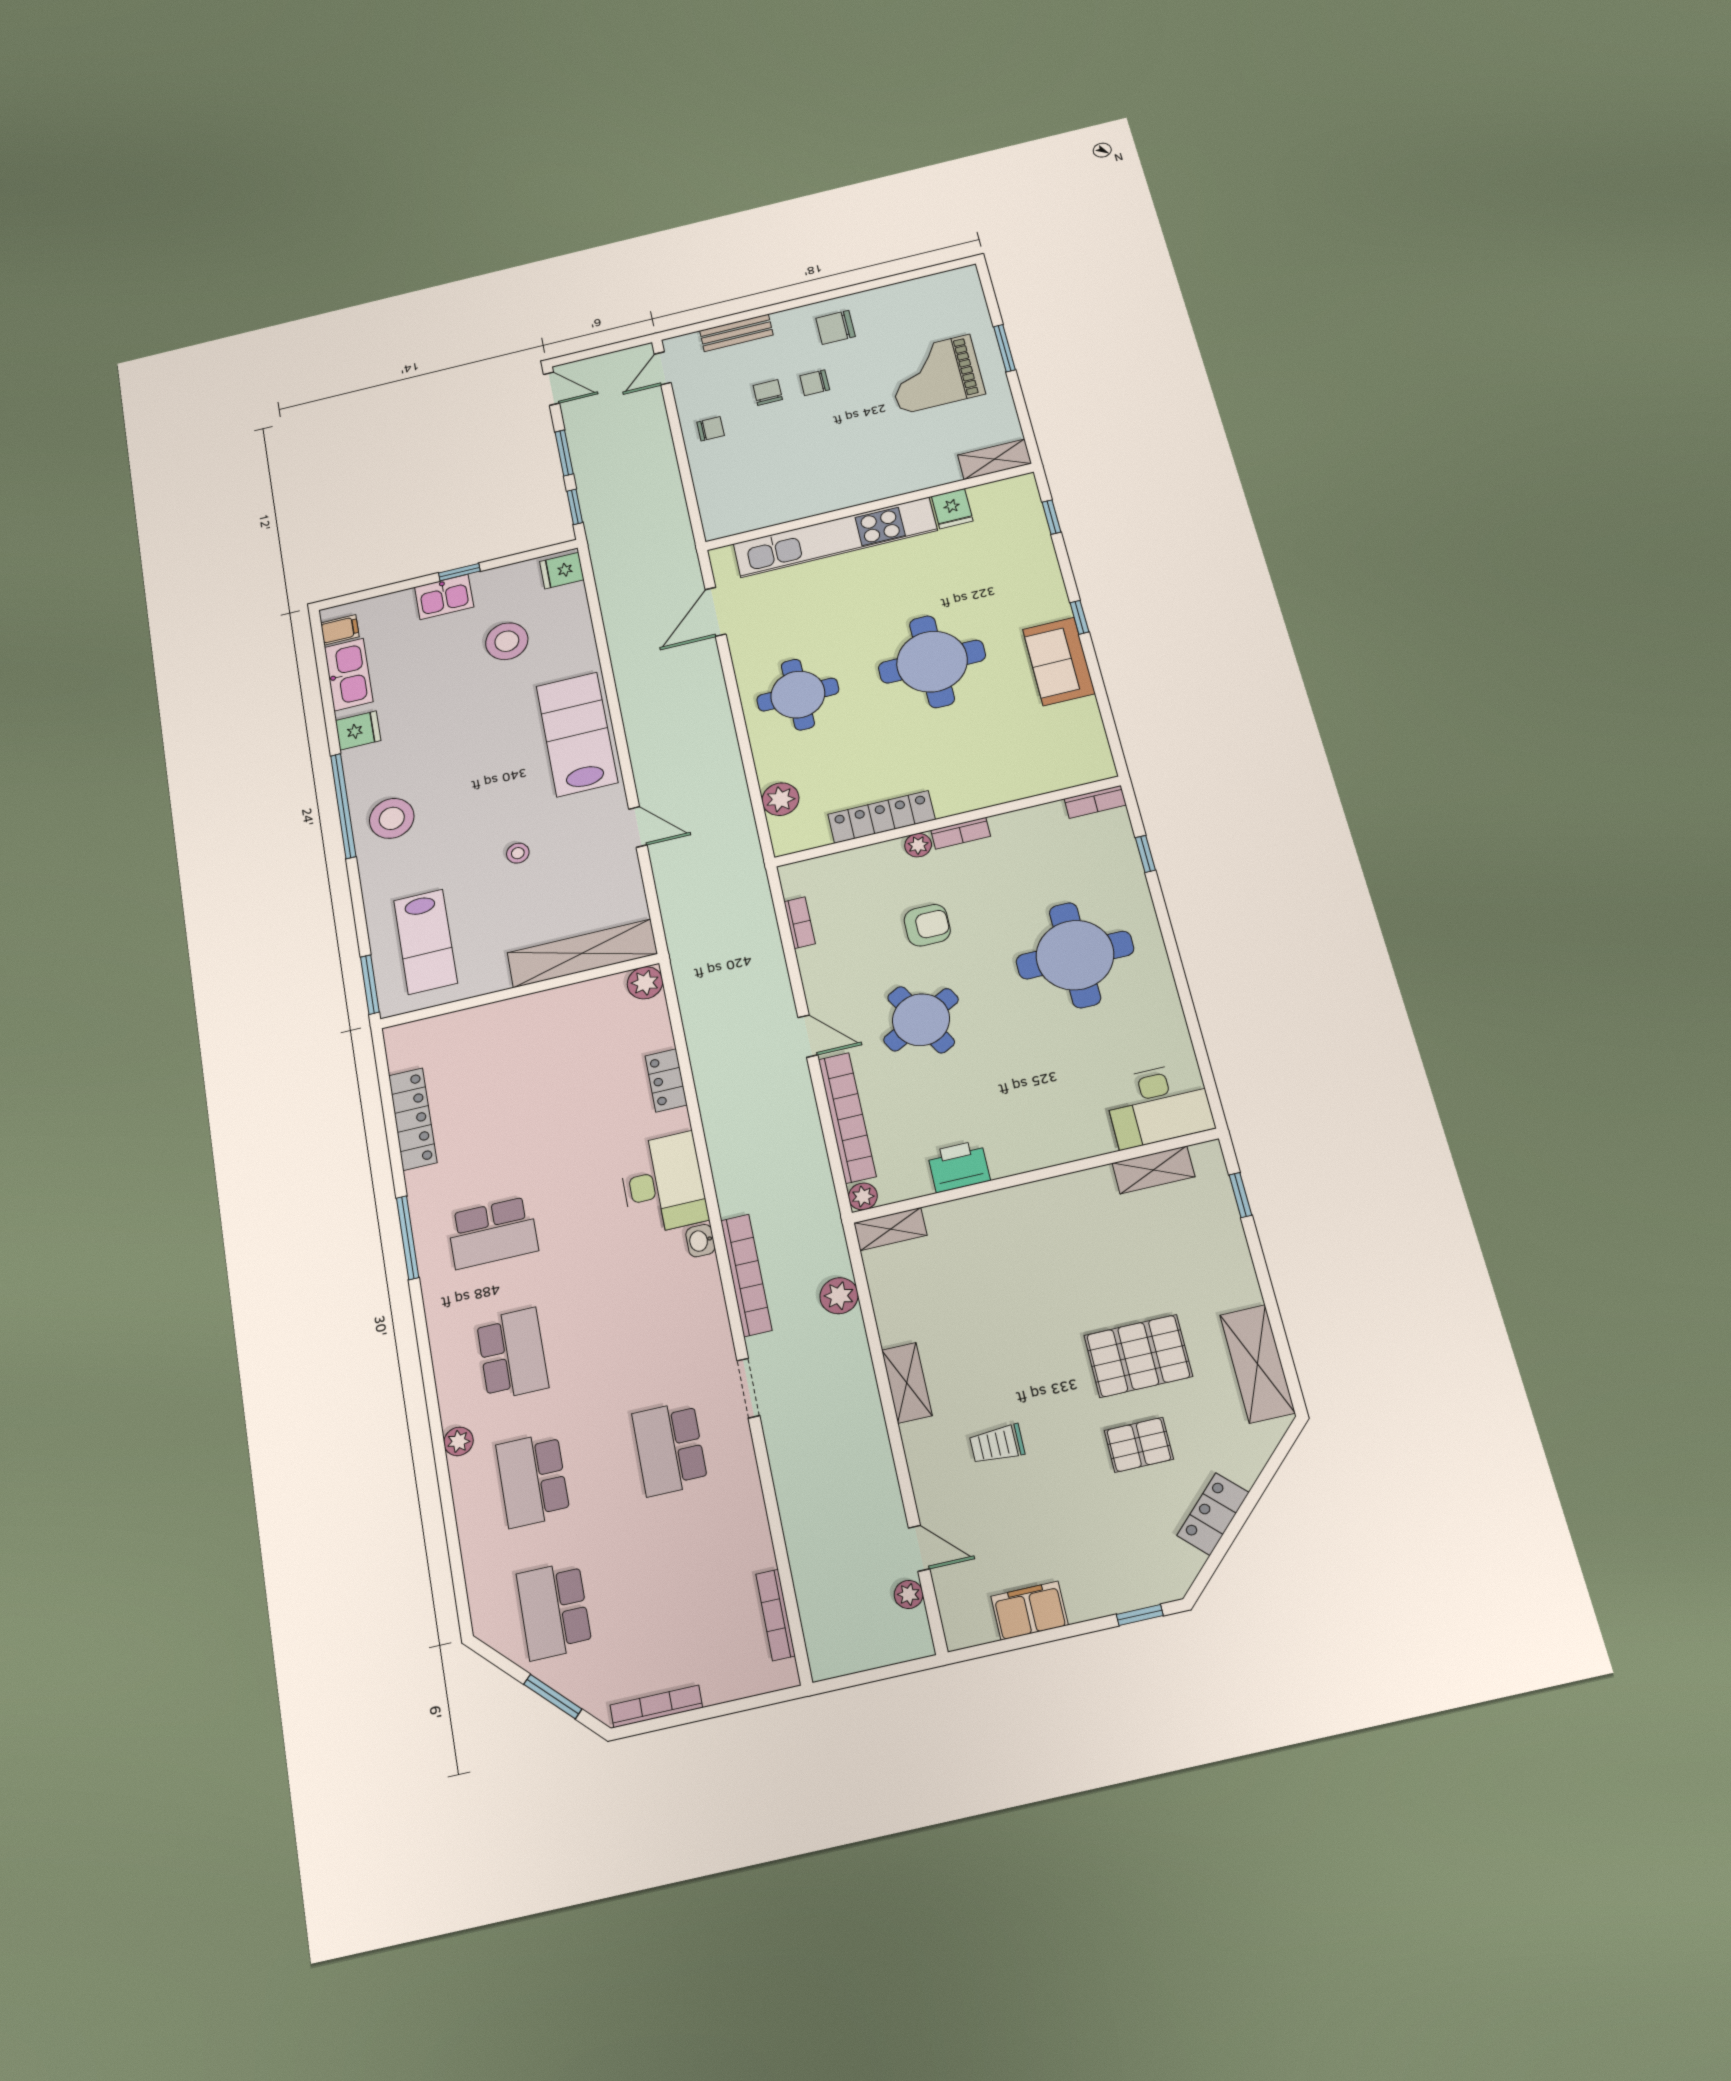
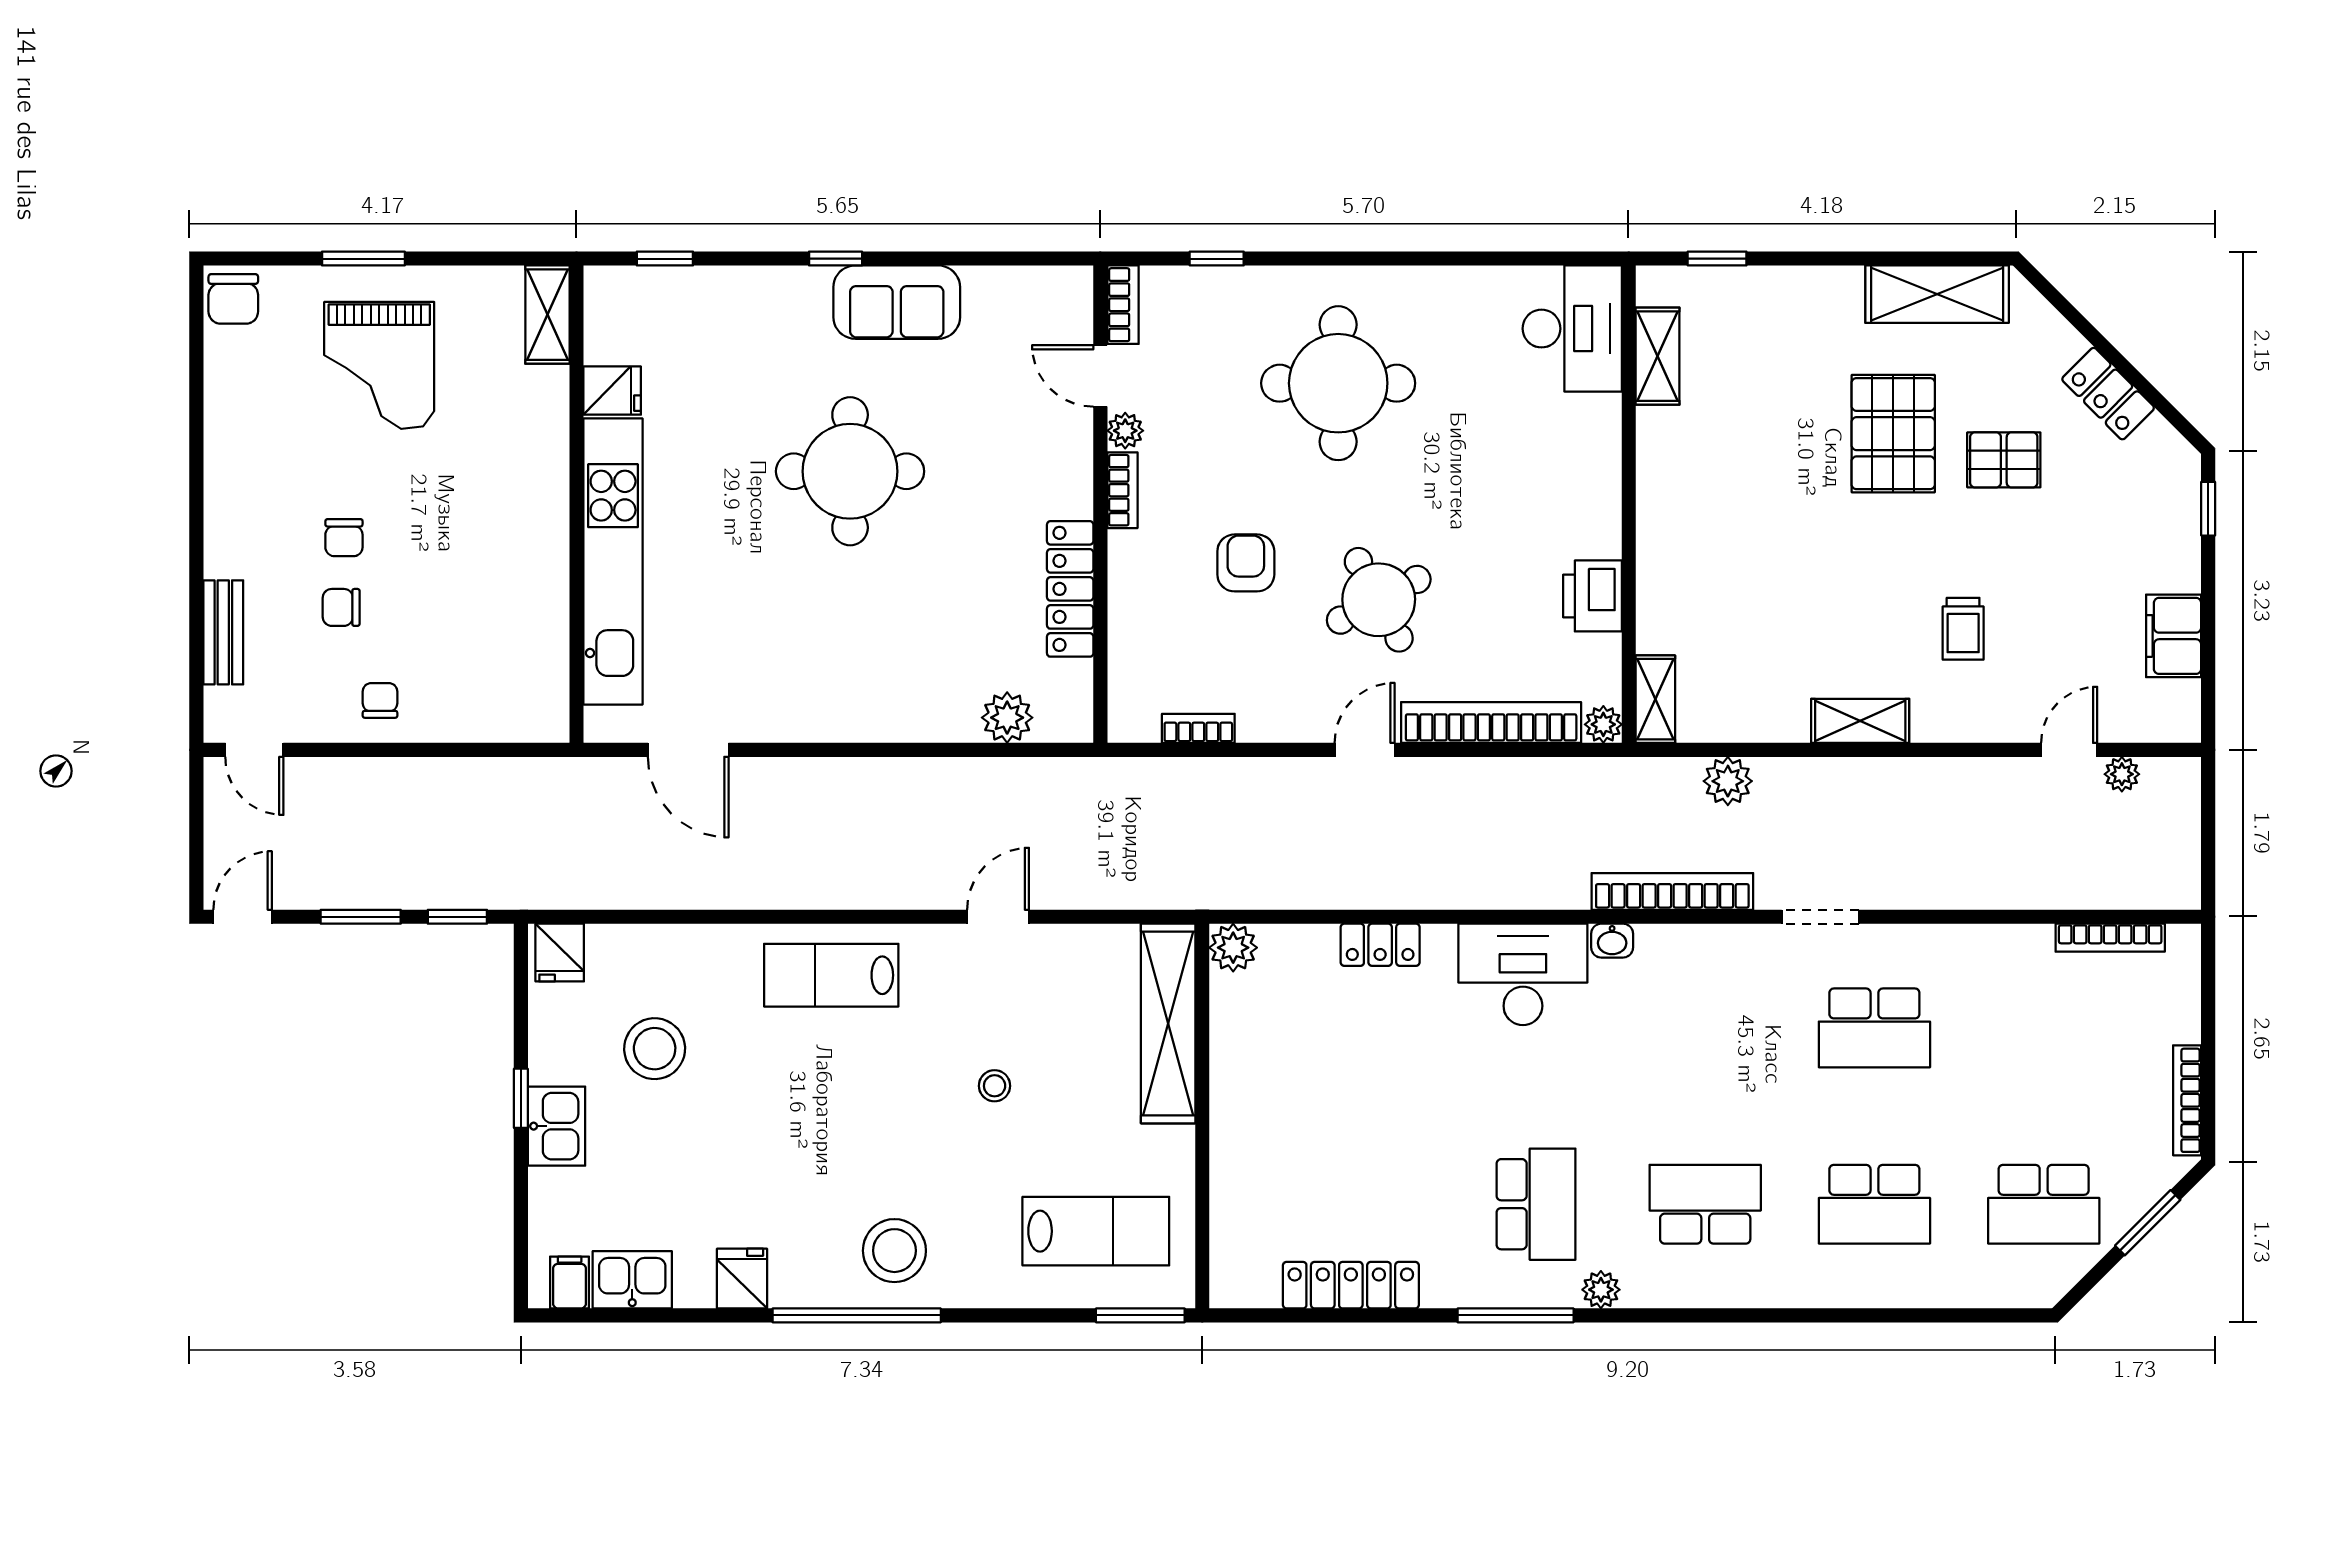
chair: (836, 327) -> (233, 299), moved
kitchen sink: (349, 675) -> (632, 1280), width x0.73
round table: (798, 695) -> (852, 663), removed
lab bench: (577, 734) -> (831, 975), width x0.73, depth x0.72
door: (1040, 800) -> (1100, 376), added
plant: (918, 845) -> (1125, 431), moved
plant: (458, 1441) -> (1601, 1290), moved
pallet: (1139, 1445) -> (2004, 460), turned 90

